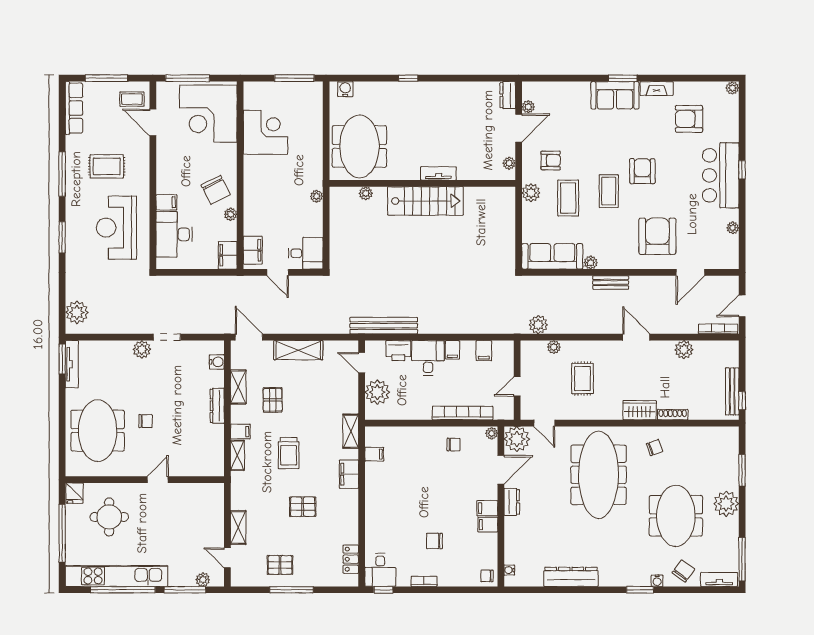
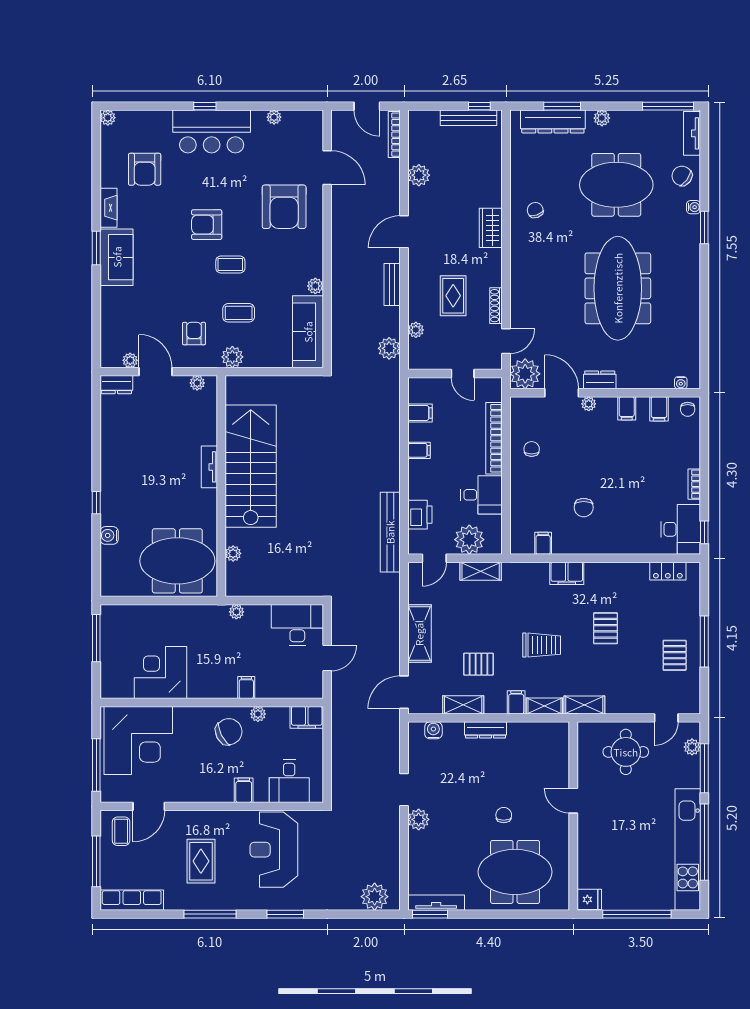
water cooler: (345, 89) -> (109, 535), moved
coffee table: (609, 191) -> (230, 265), width x0.73, depth x0.77
coffee table: (568, 198) -> (239, 313), width x0.73, depth x0.77
stairs: (425, 201) -> (251, 466), width x1.36, depth x1.51
reception desk: (116, 228) -> (274, 850), turned 90
desk: (174, 234) -> (289, 781), width x0.73
armchair: (657, 236) -> (284, 207), turned -90
filing cabinet: (253, 250) -> (246, 688), moved, width x0.50
desk: (306, 253) -> (297, 625), width x1.37
bench: (611, 283) -> (392, 284), moved
desk: (428, 358) -> (481, 495), moved, turned 180
rug: (583, 378) -> (453, 296), turned 90
shoe rack: (673, 415) -> (496, 306), moved
shelving: (351, 431) -> (481, 571), moved
plant: (492, 433) -> (589, 404), moved
meeting table: (599, 475) -> (618, 288), moved, turned 90
plant: (726, 504) -> (602, 118), width x0.53, depth x0.53
filing cabinet: (487, 508) -> (659, 409), moved
round table: (109, 517) -> (626, 752), moved
shelving: (238, 528) -> (584, 705), moved
chair: (434, 541) -> (584, 508), moved
desk: (380, 570) -> (681, 529), width x1.37
dresser: (571, 577) -> (553, 122), moved, turned -90

